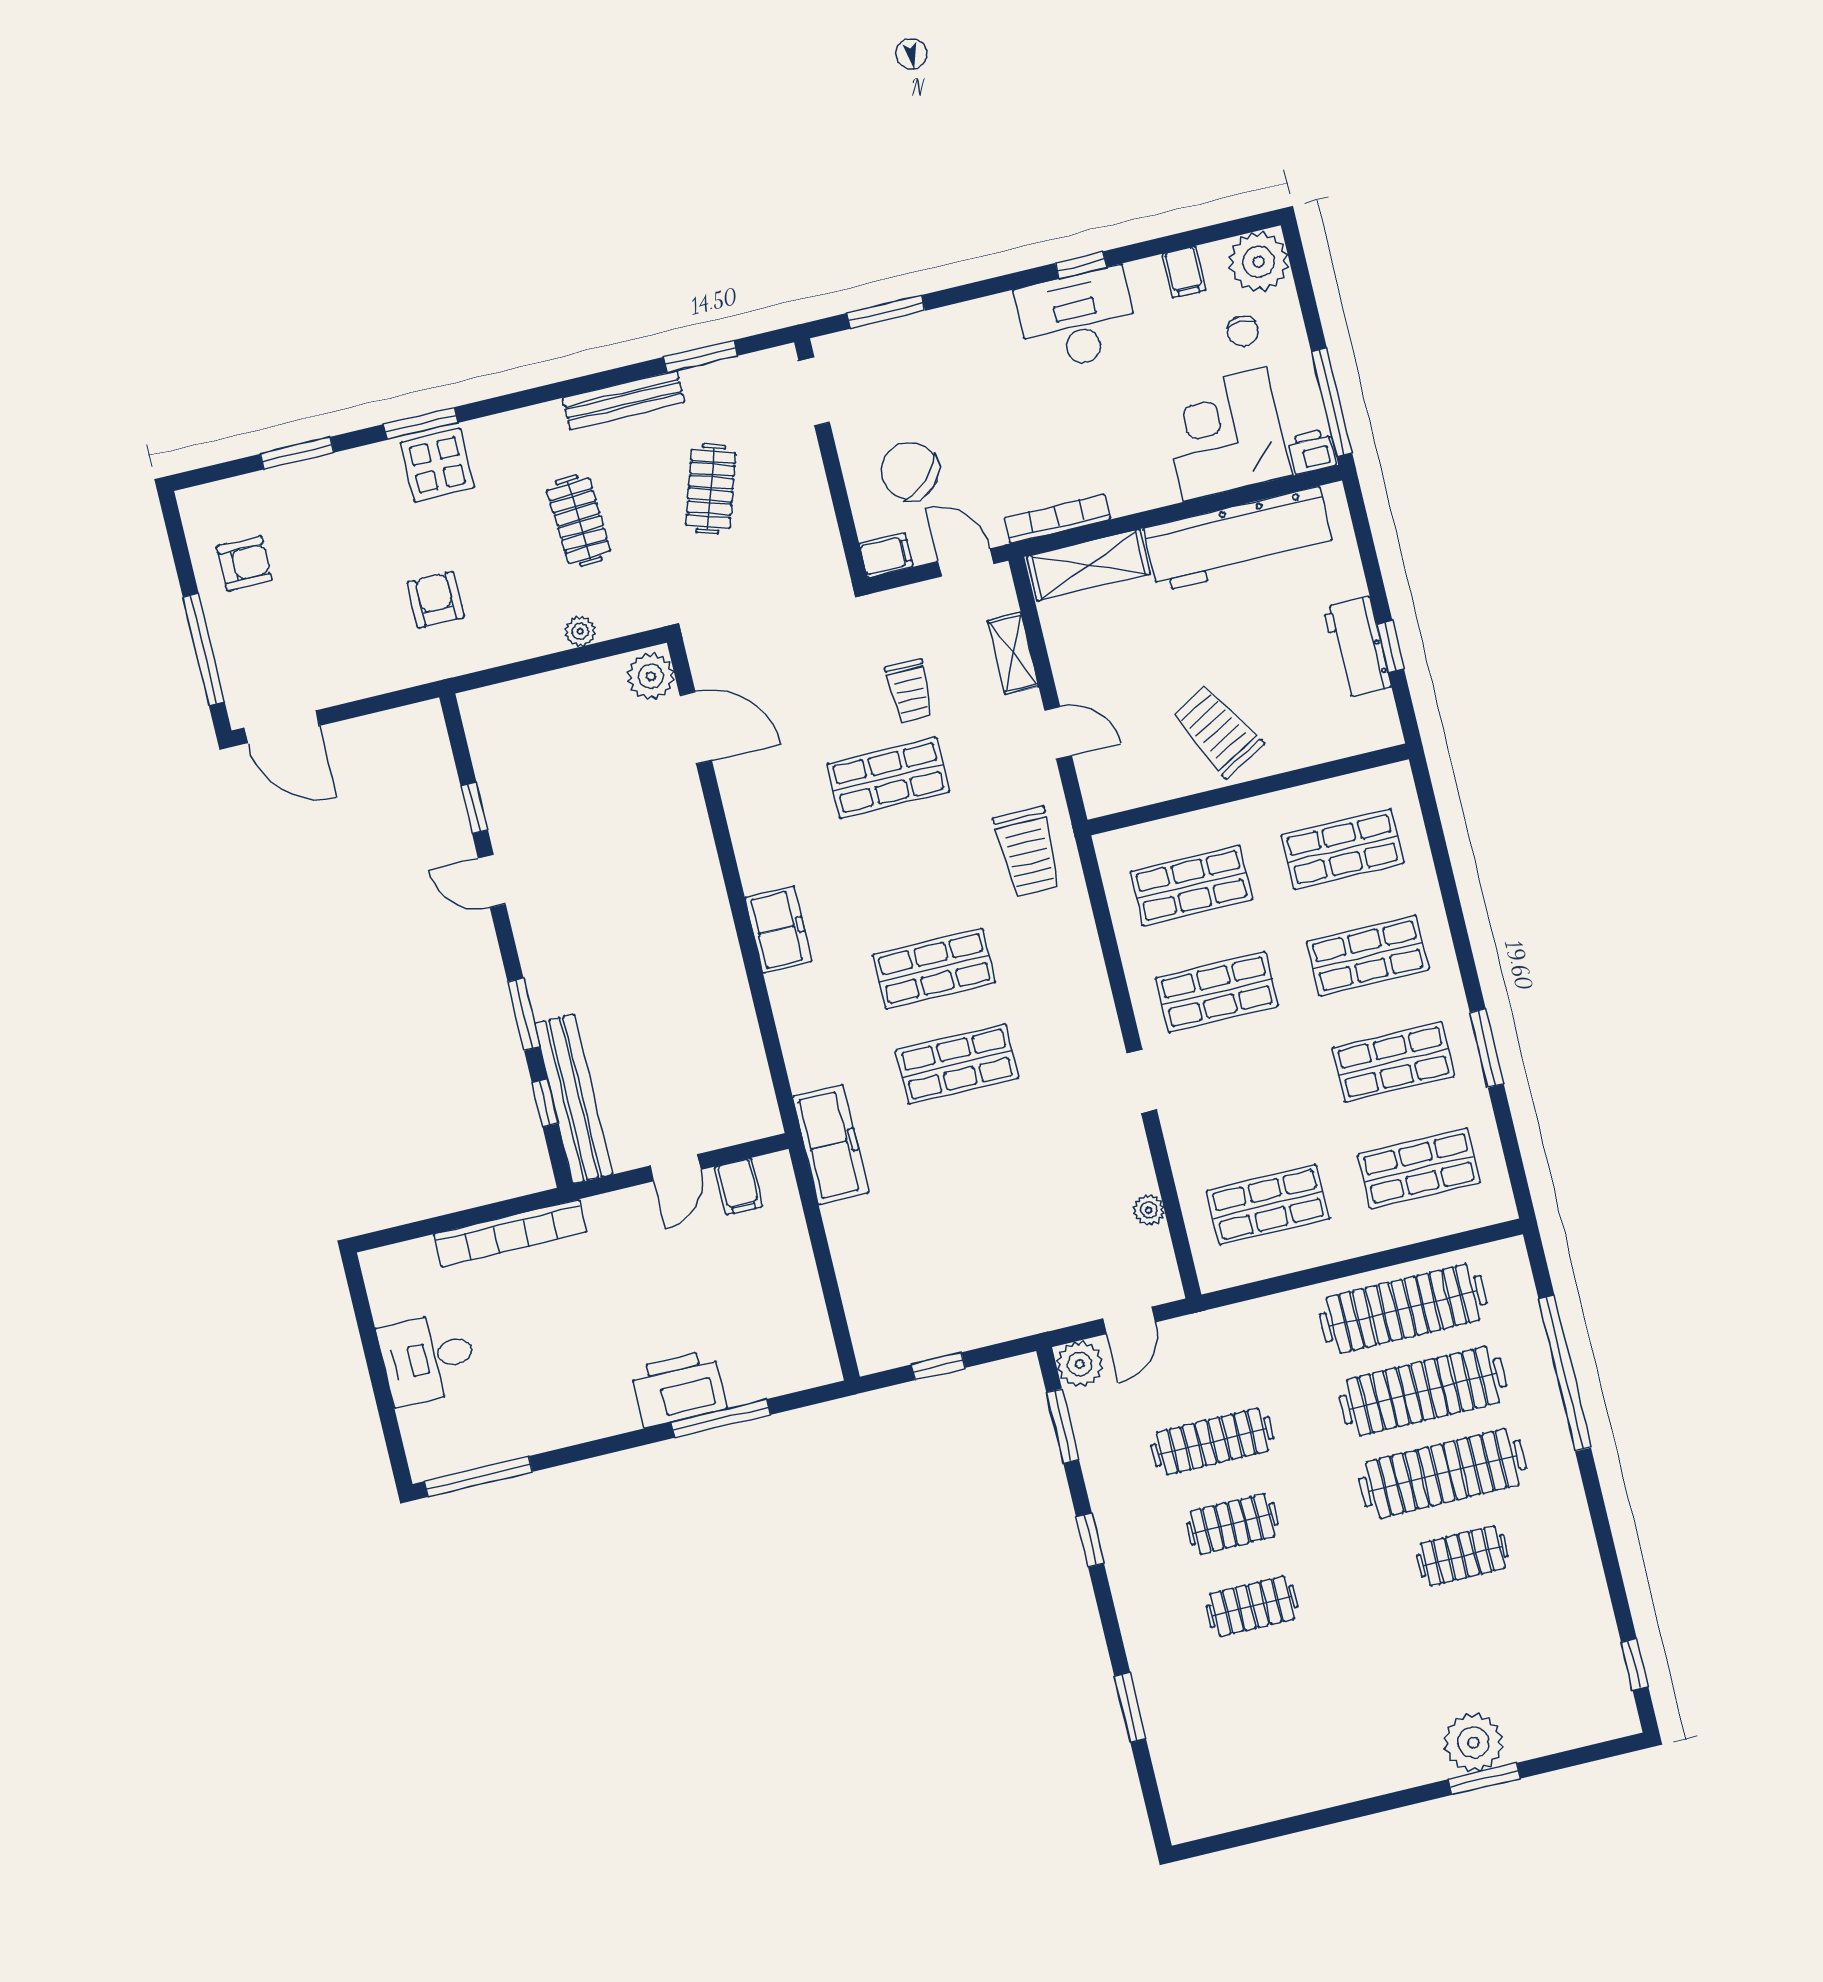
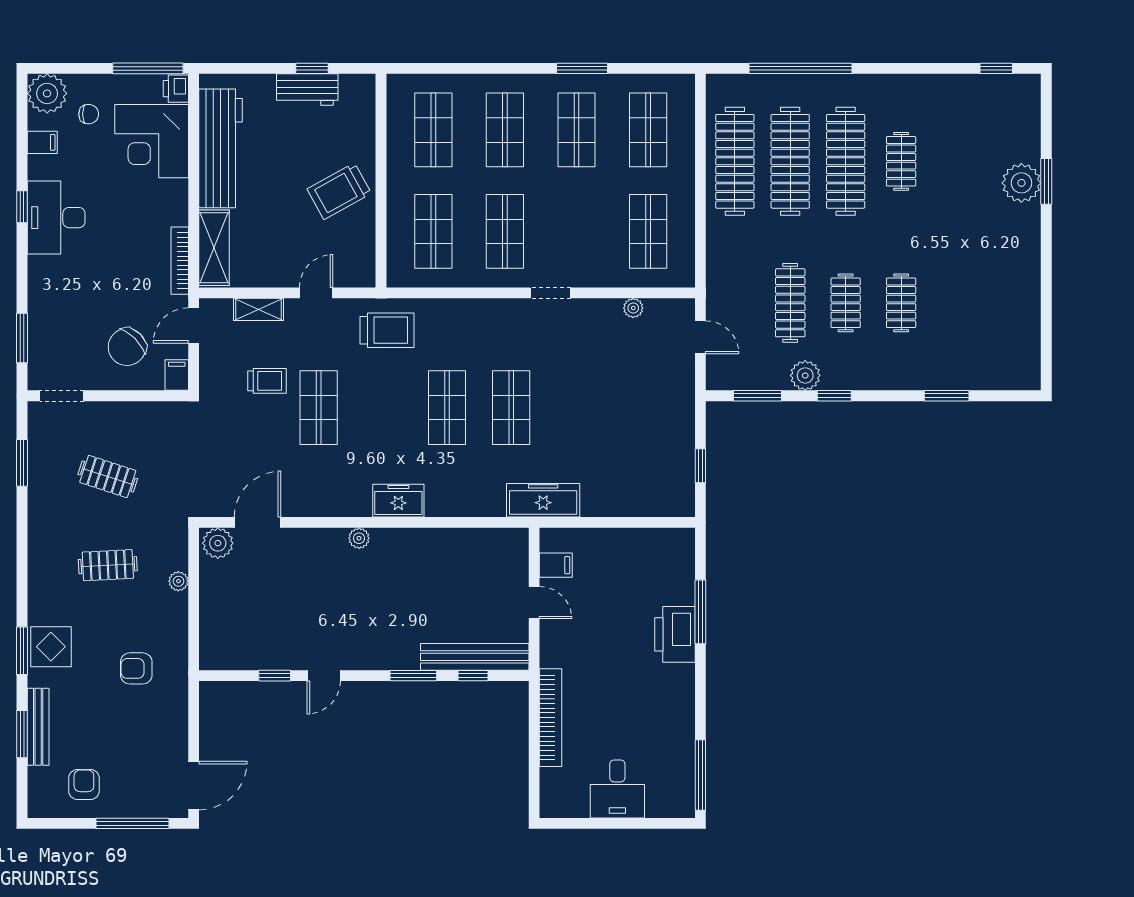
bench: (623, 400) -> (38, 727), moved
plant: (709, 884) -> (359, 538), added
plant: (1080, 1364) -> (805, 375), moved

